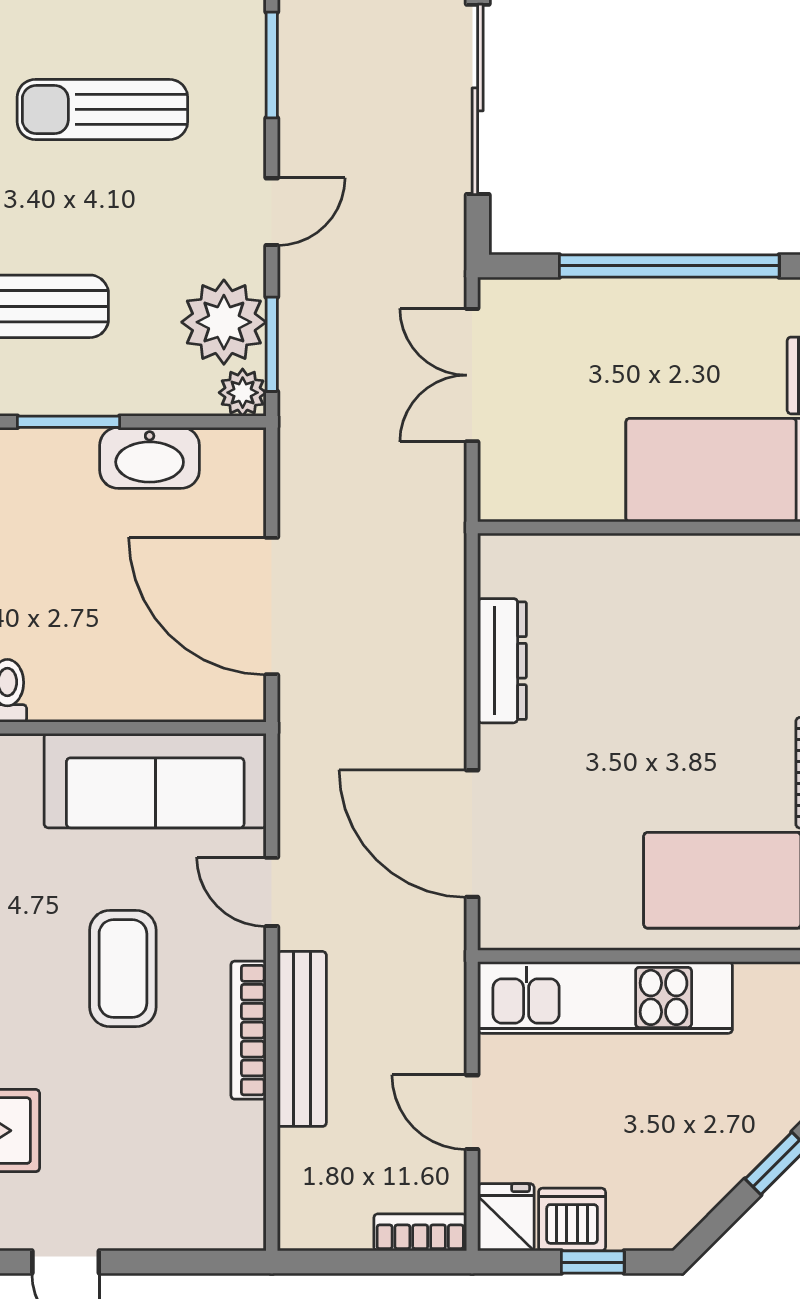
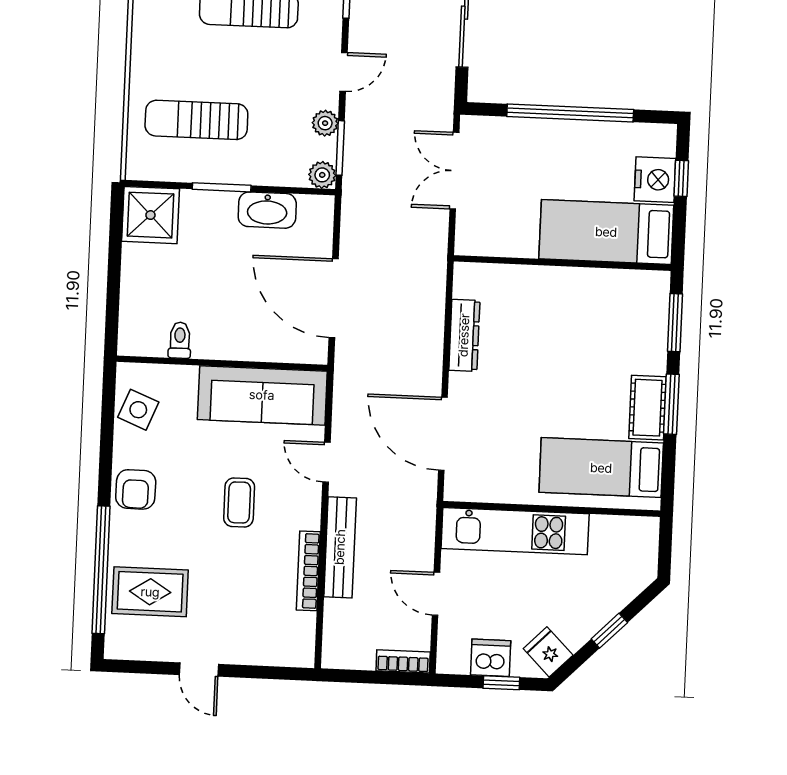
plant: (224, 322) -> (325, 123), width x0.53, depth x0.53
coffee table: (123, 969) -> (239, 502), width x0.73, depth x0.77
bookcase: (249, 1030) -> (308, 571), moved
fridge: (506, 1217) -> (548, 652), moved, turned -45

